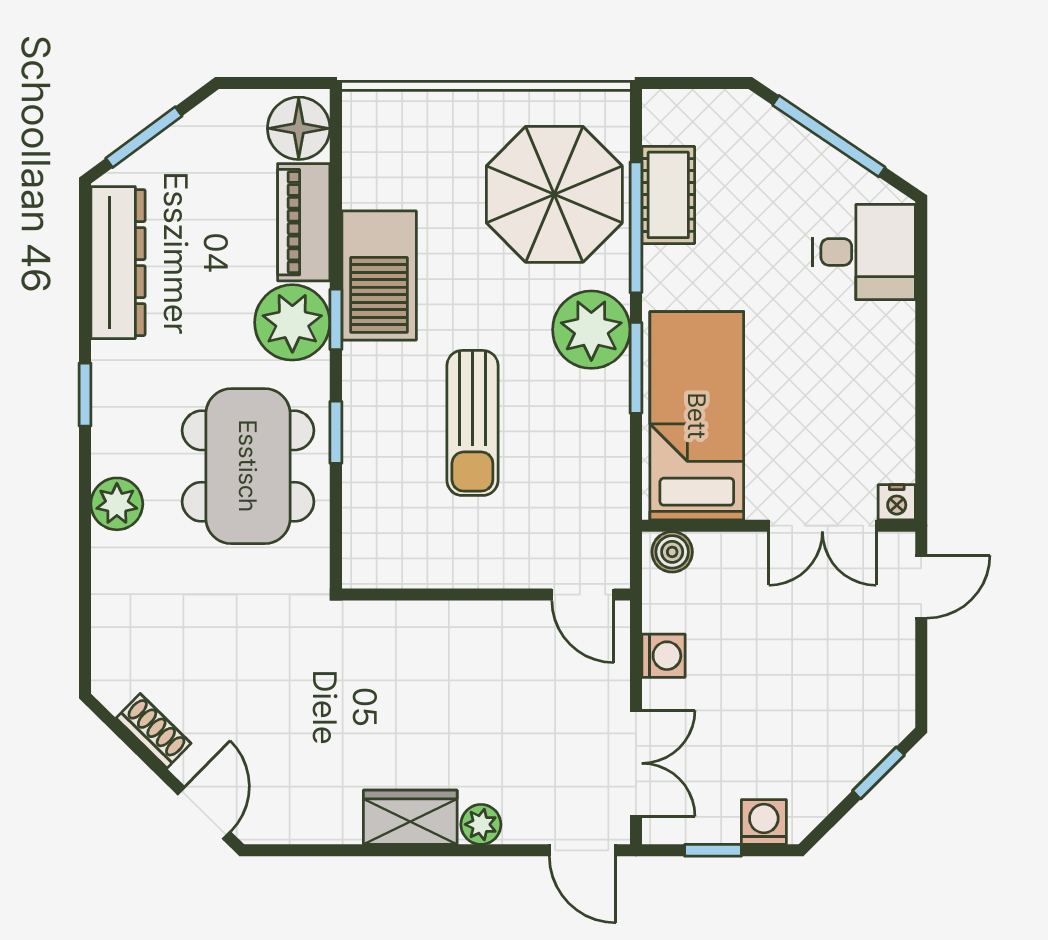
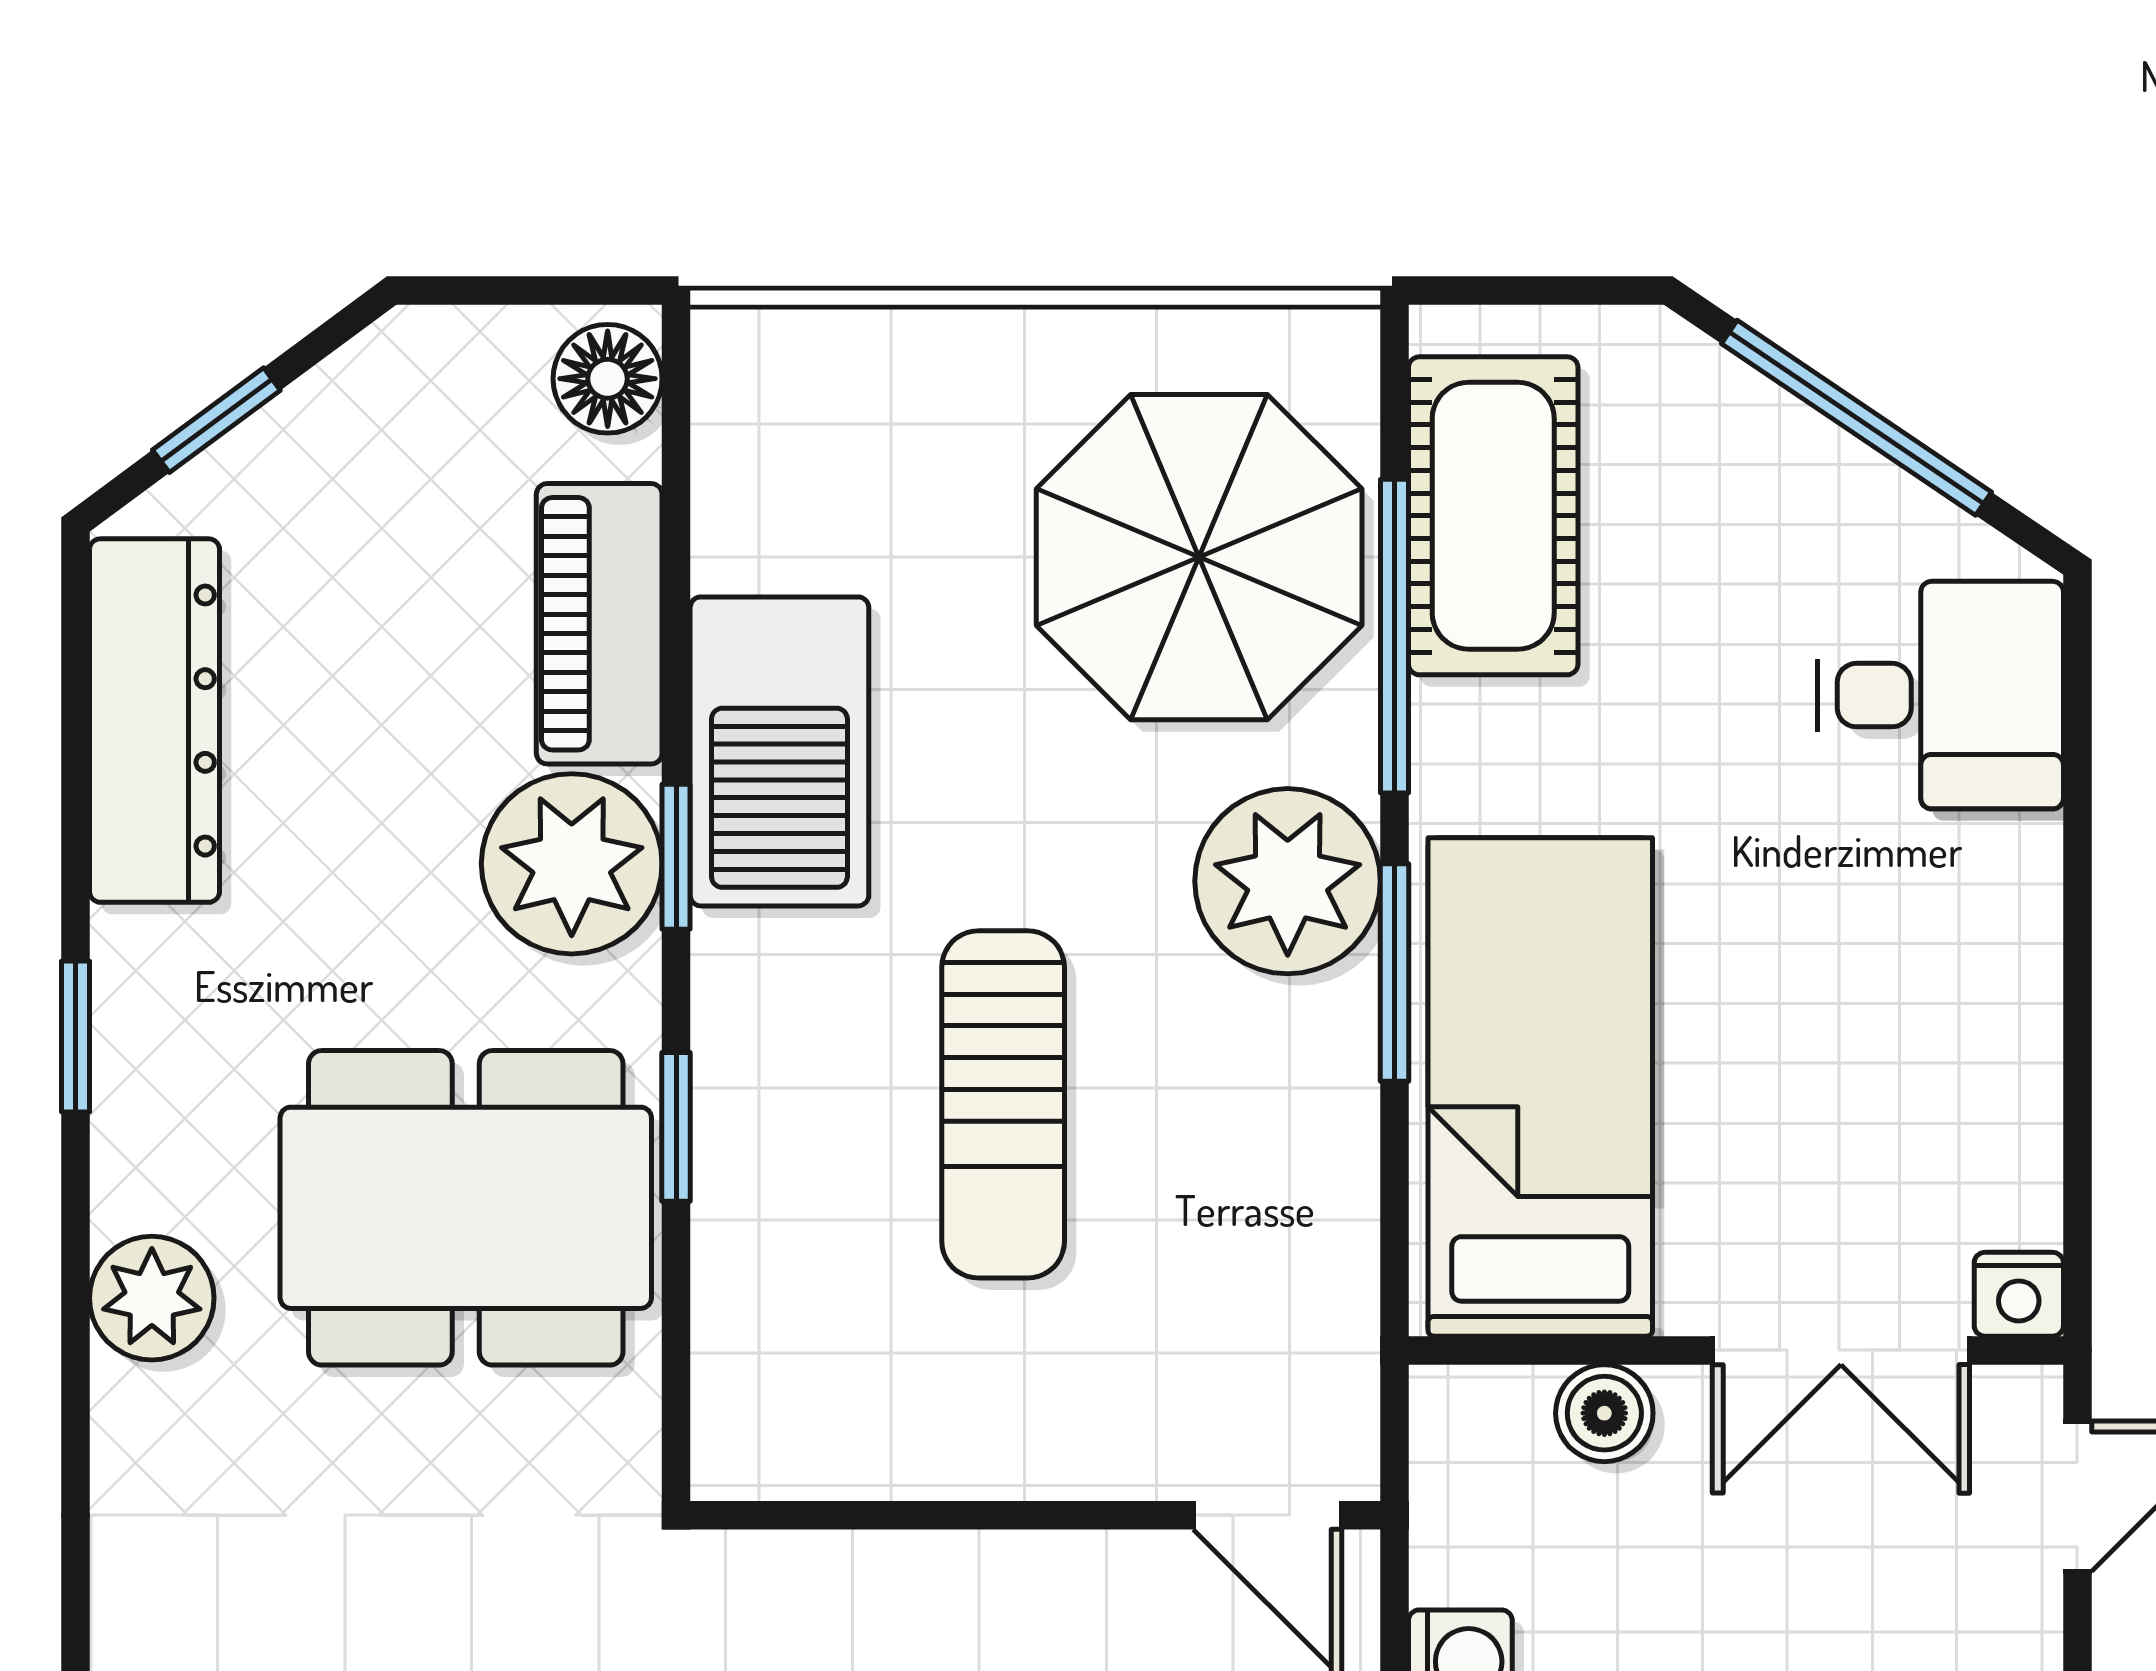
floor lamp: (299, 128) -> (608, 379), width x0.73, depth x0.73
window: (144, 137) -> (216, 420), width x0.67
cot: (668, 195) -> (1493, 516), width x1.37, depth x1.34
dining table: (248, 466) -> (466, 1208), turned 90
boiler: (672, 552) -> (1604, 1413), moved

